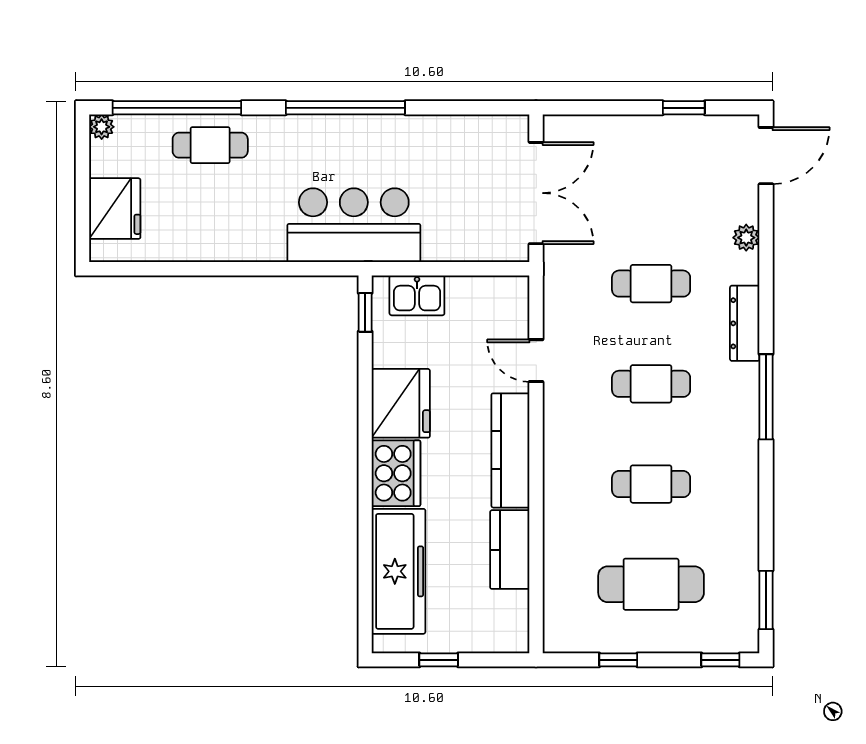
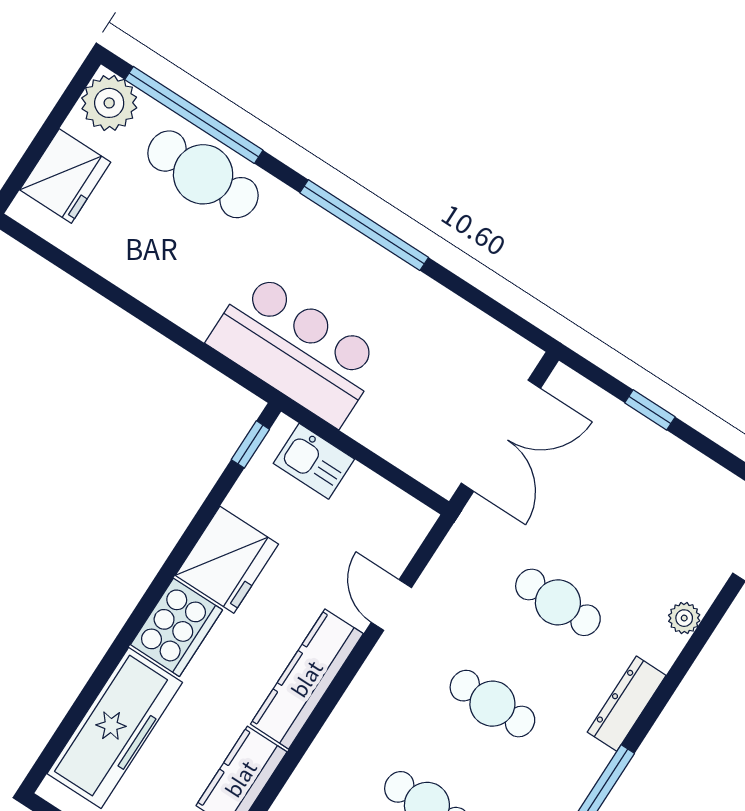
window: (684, 108) -> (650, 410), moved
plant: (102, 127) -> (109, 103), width x1.87, depth x1.87
cafe table: (210, 145) -> (203, 174), width x1.37, depth x1.35

